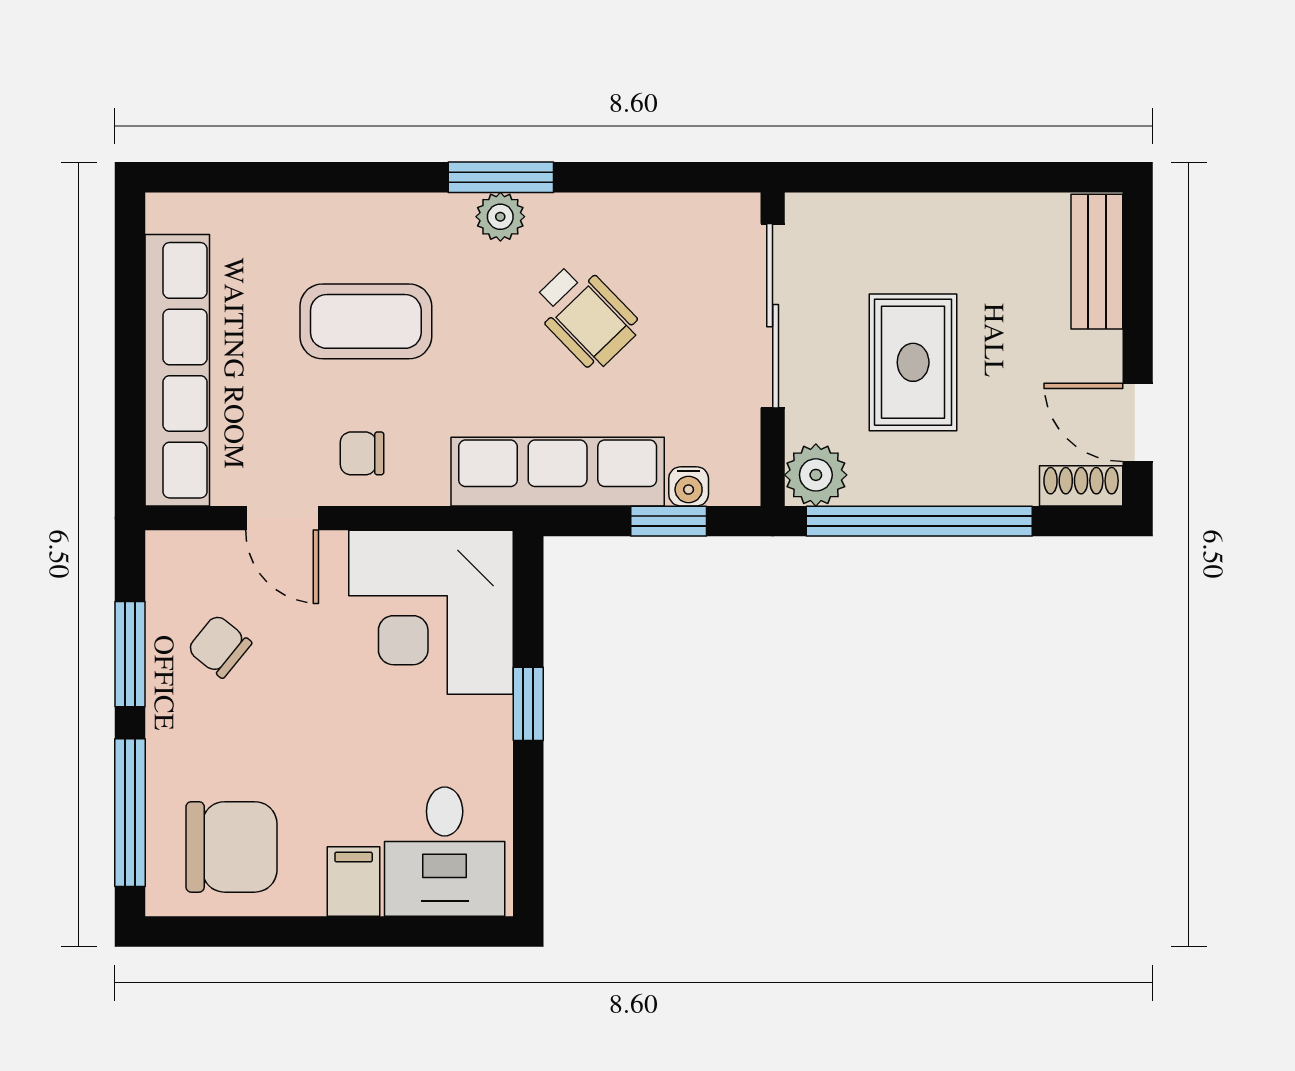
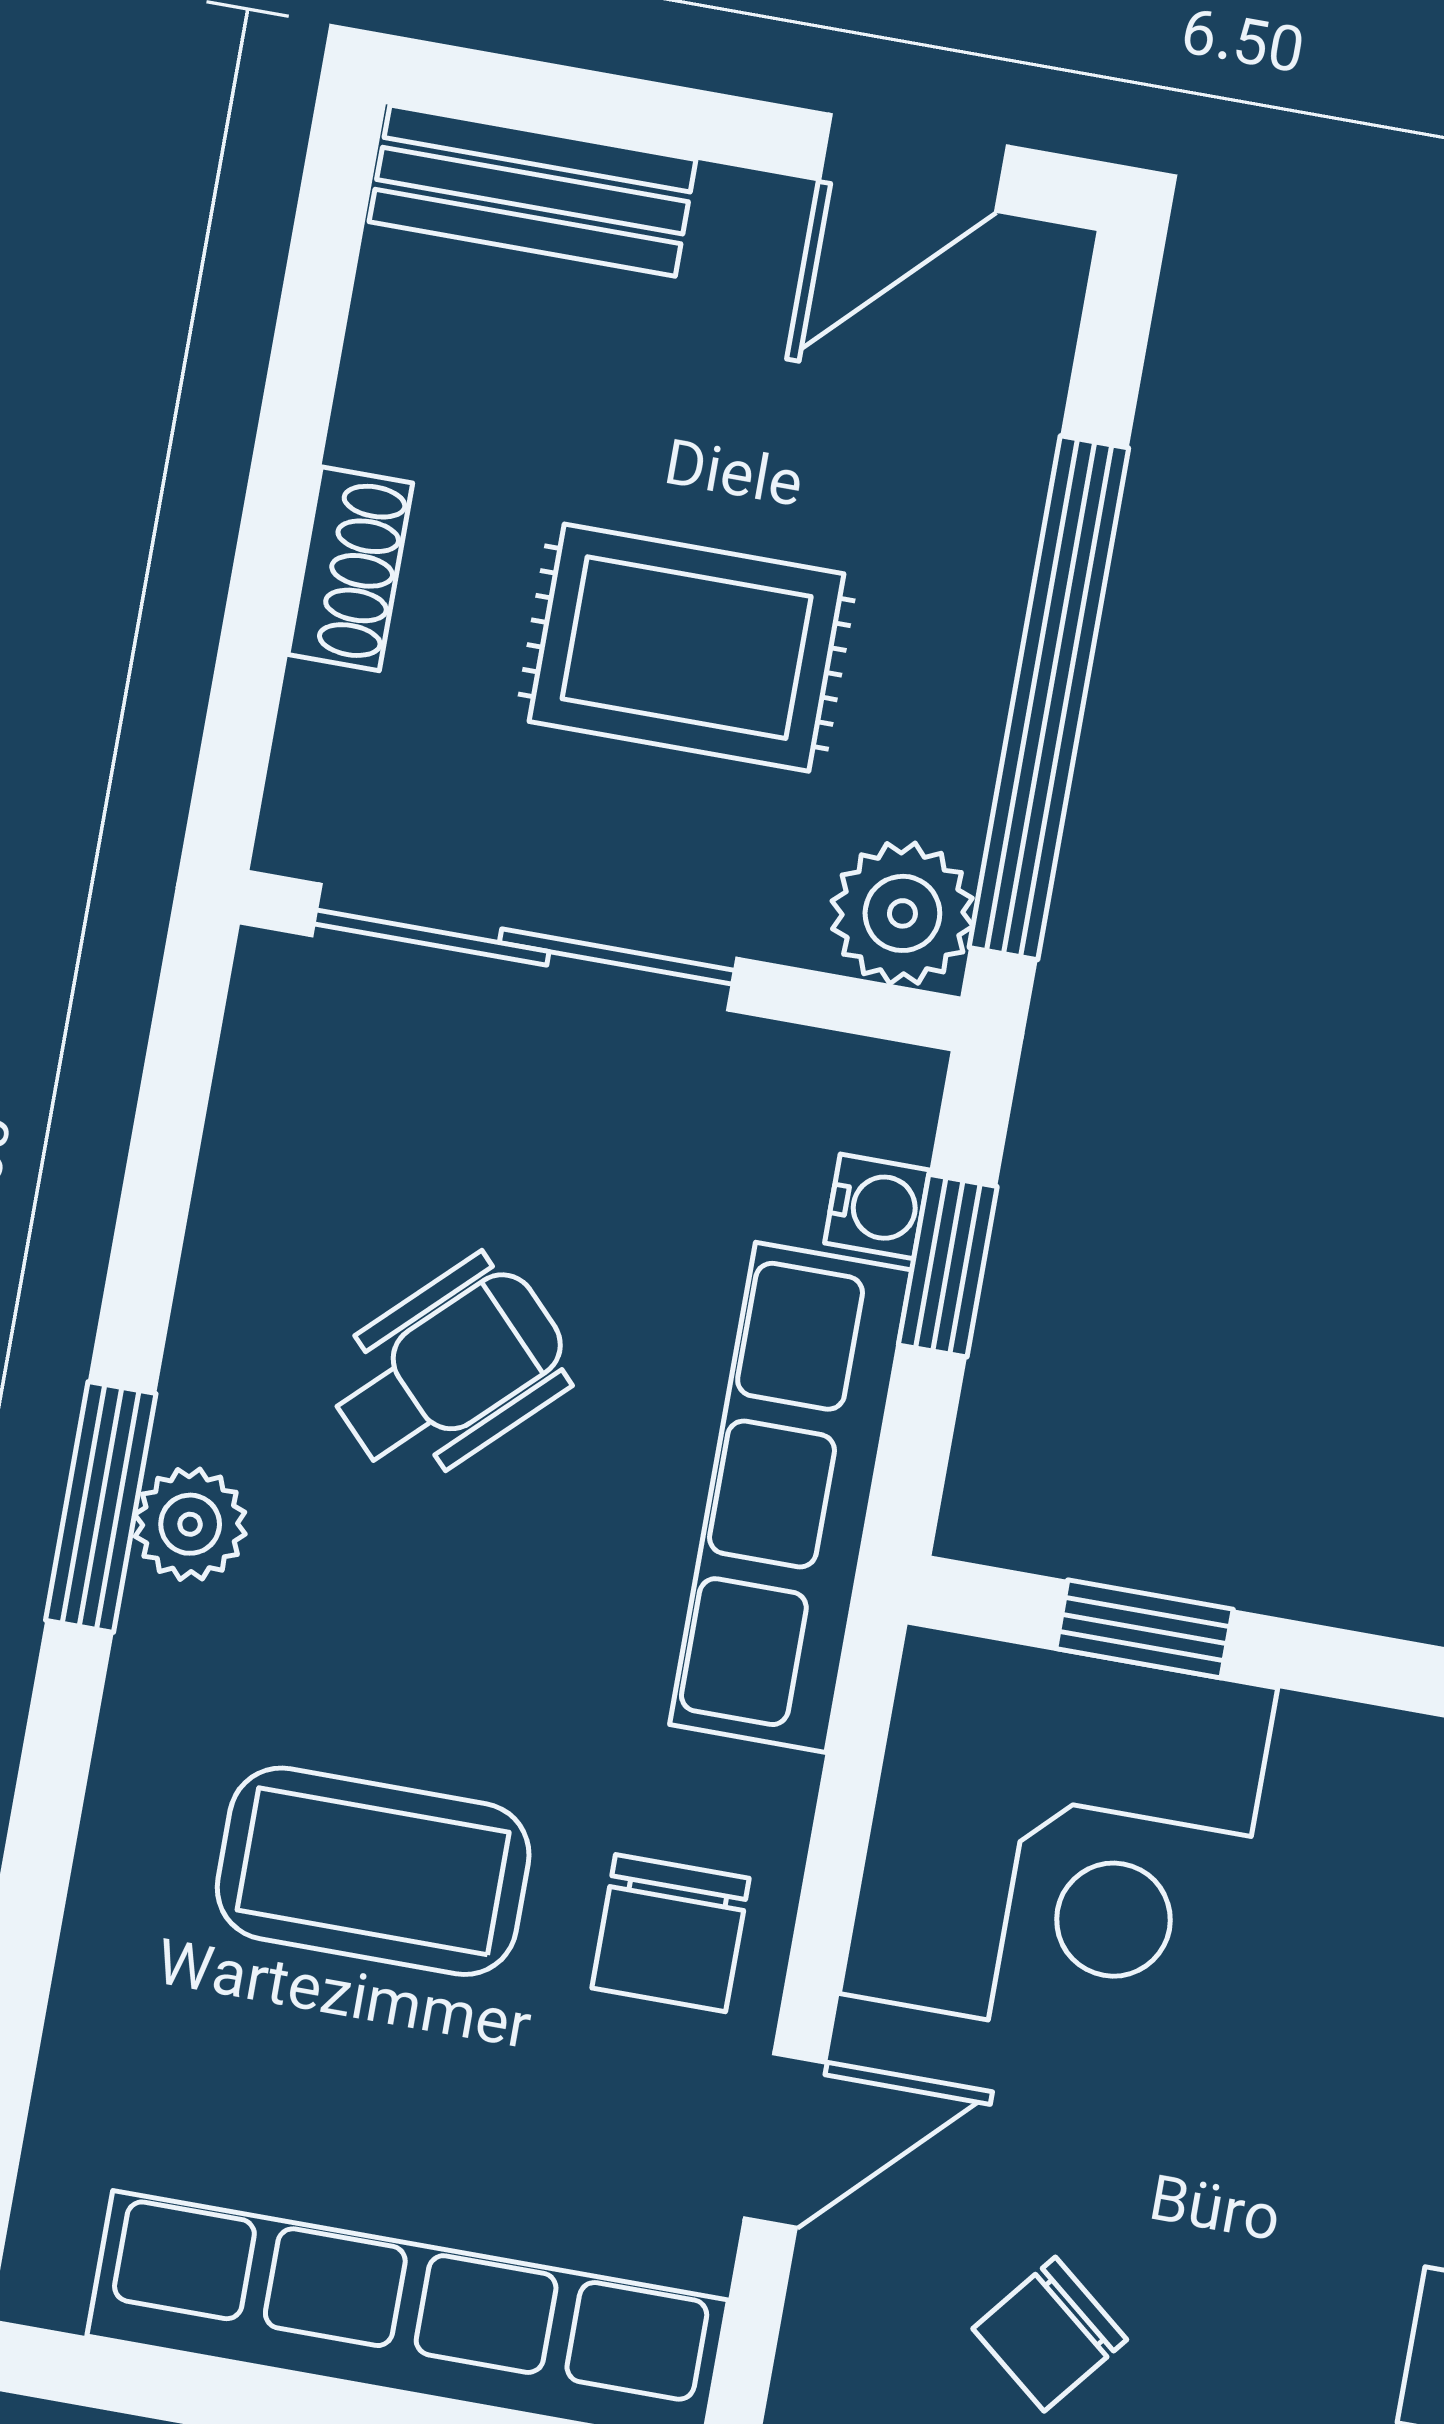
coffee table: (366, 321) -> (373, 1871), turned 90
chair: (362, 453) -> (671, 1933), width x1.37, depth x1.37
shoe rack: (1081, 486) -> (350, 569), moved, turned 180
window: (528, 704) -> (1144, 1629), moved

